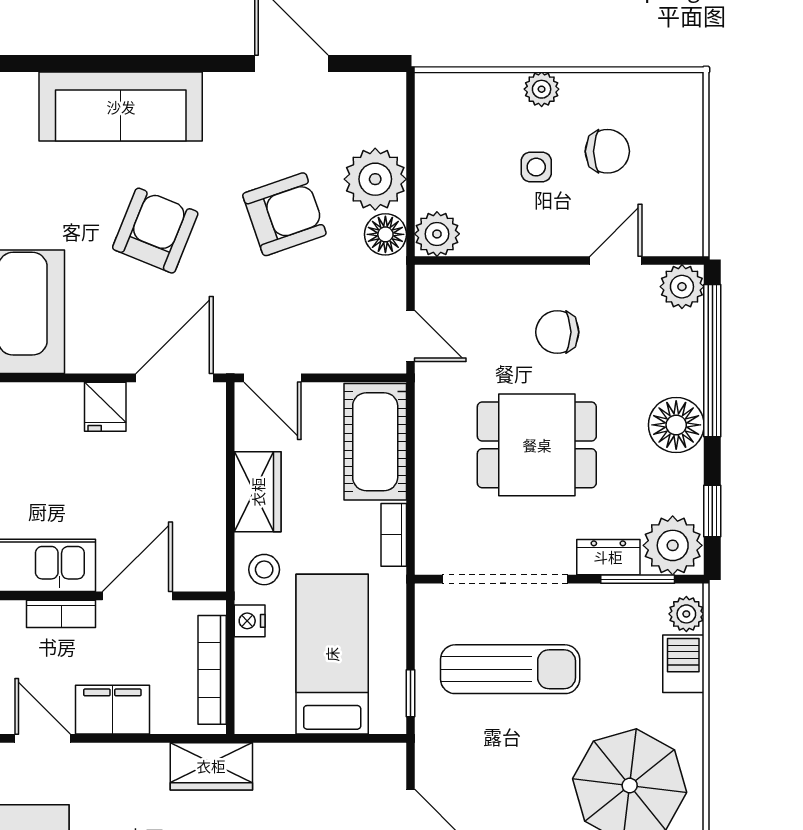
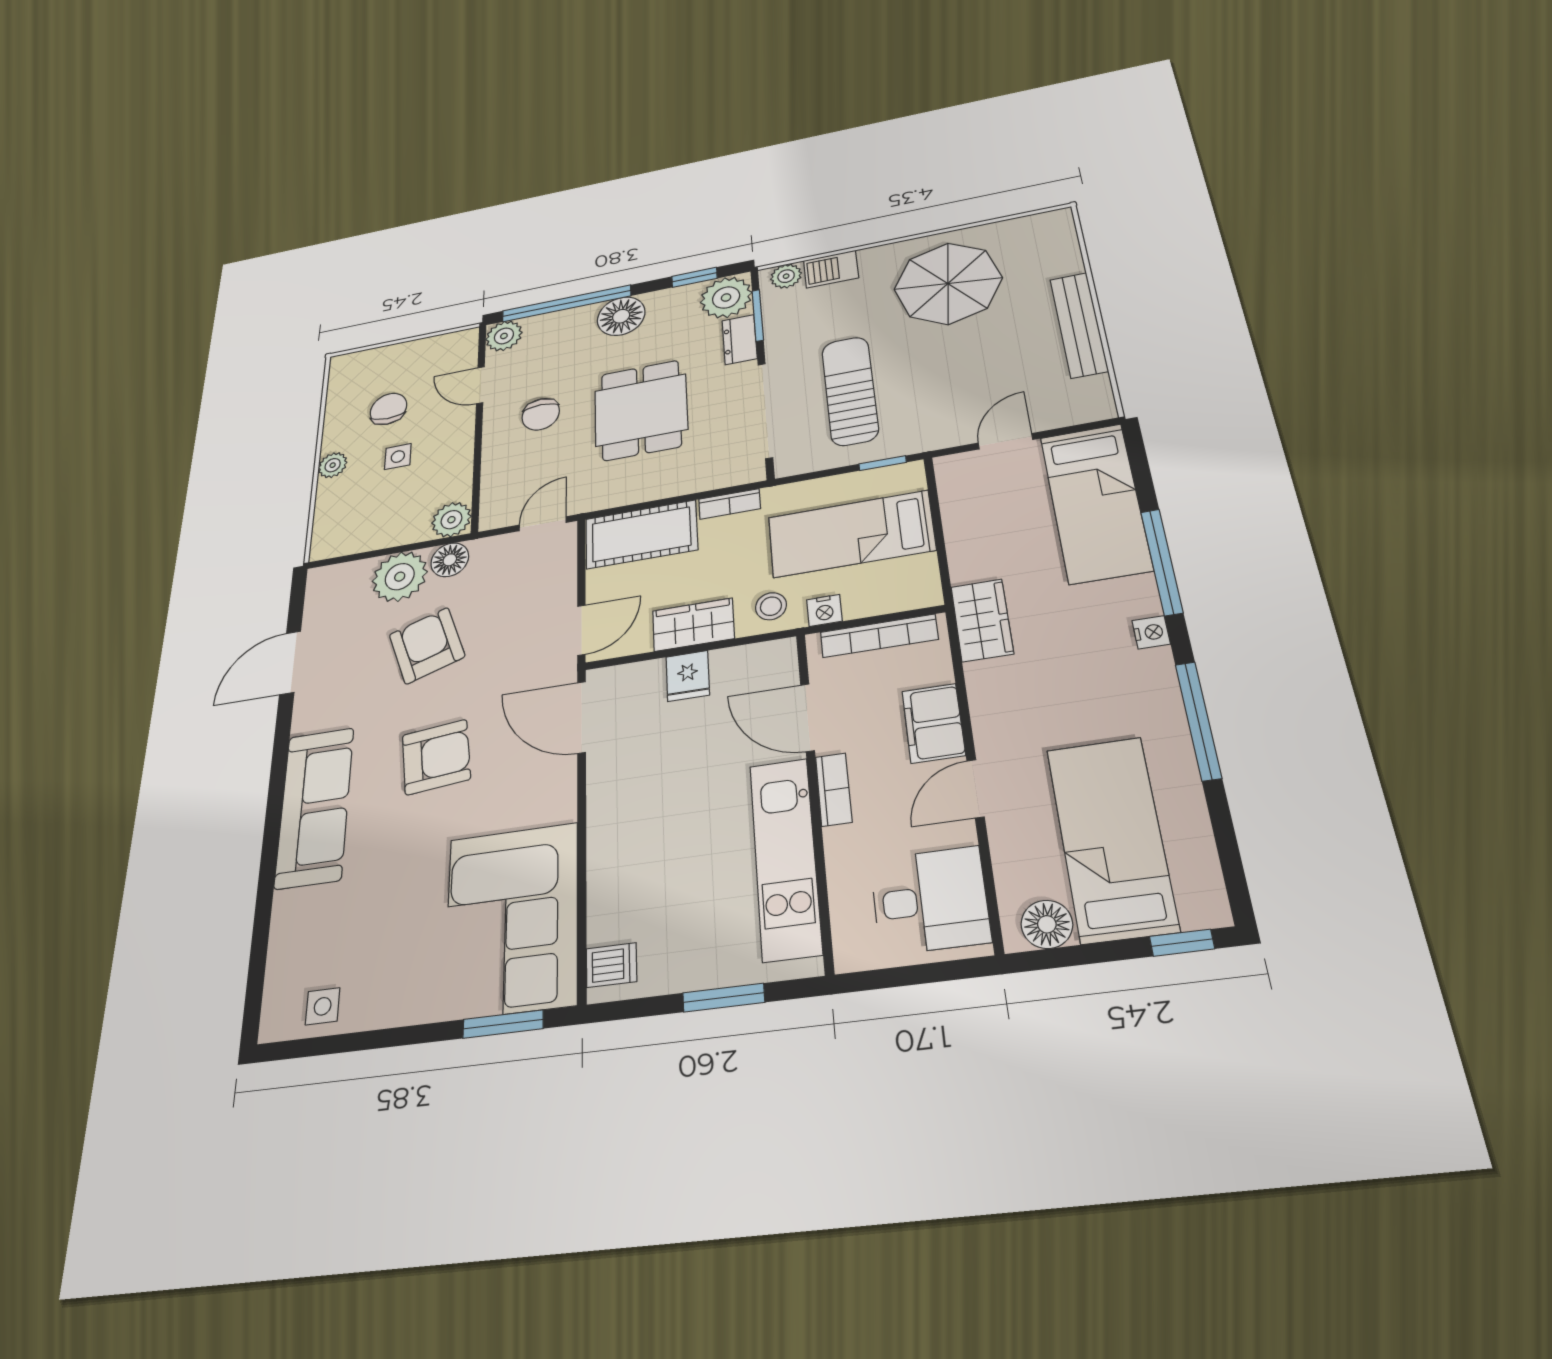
armchair: (155, 231) -> (436, 757), turned 152
fridge: (105, 407) -> (688, 676), moved, turned 90

